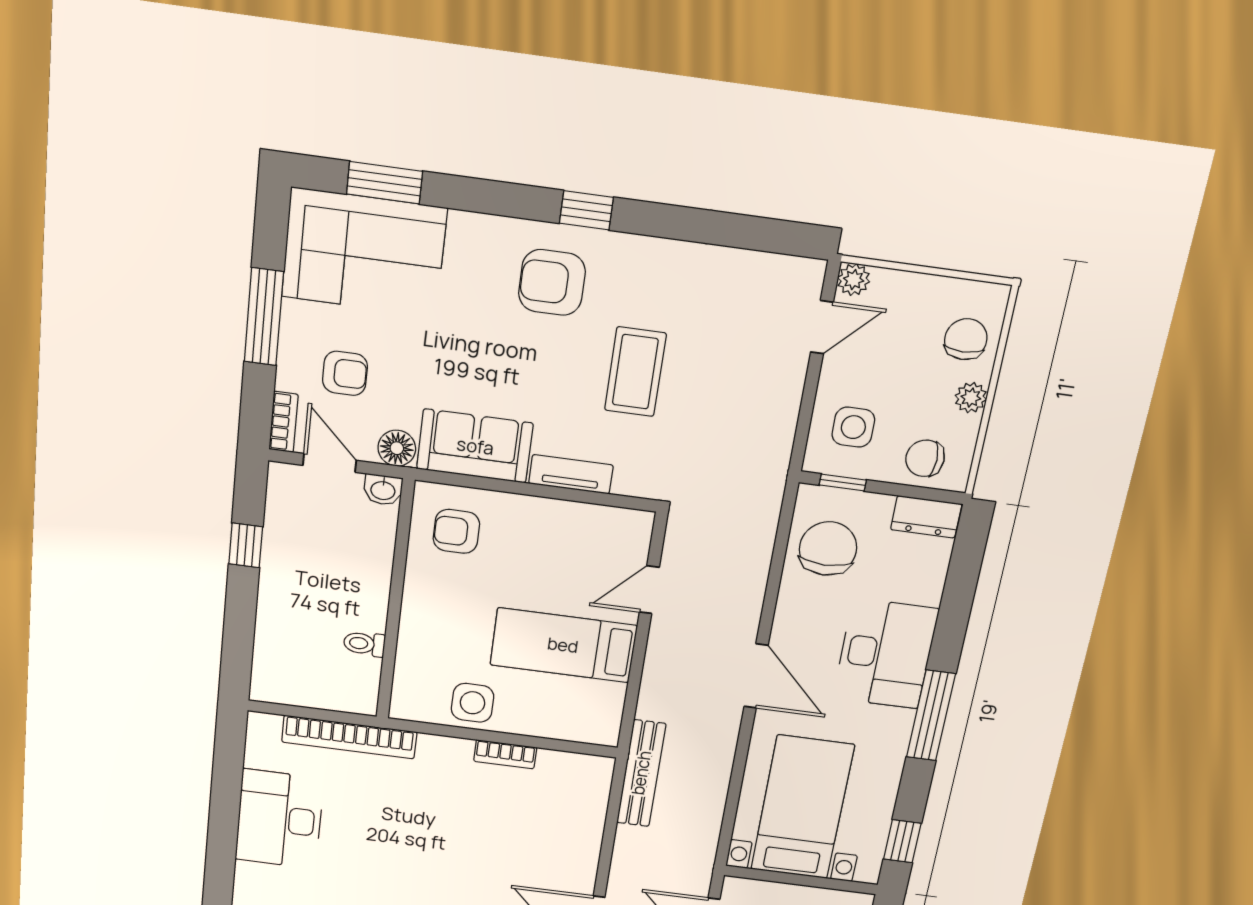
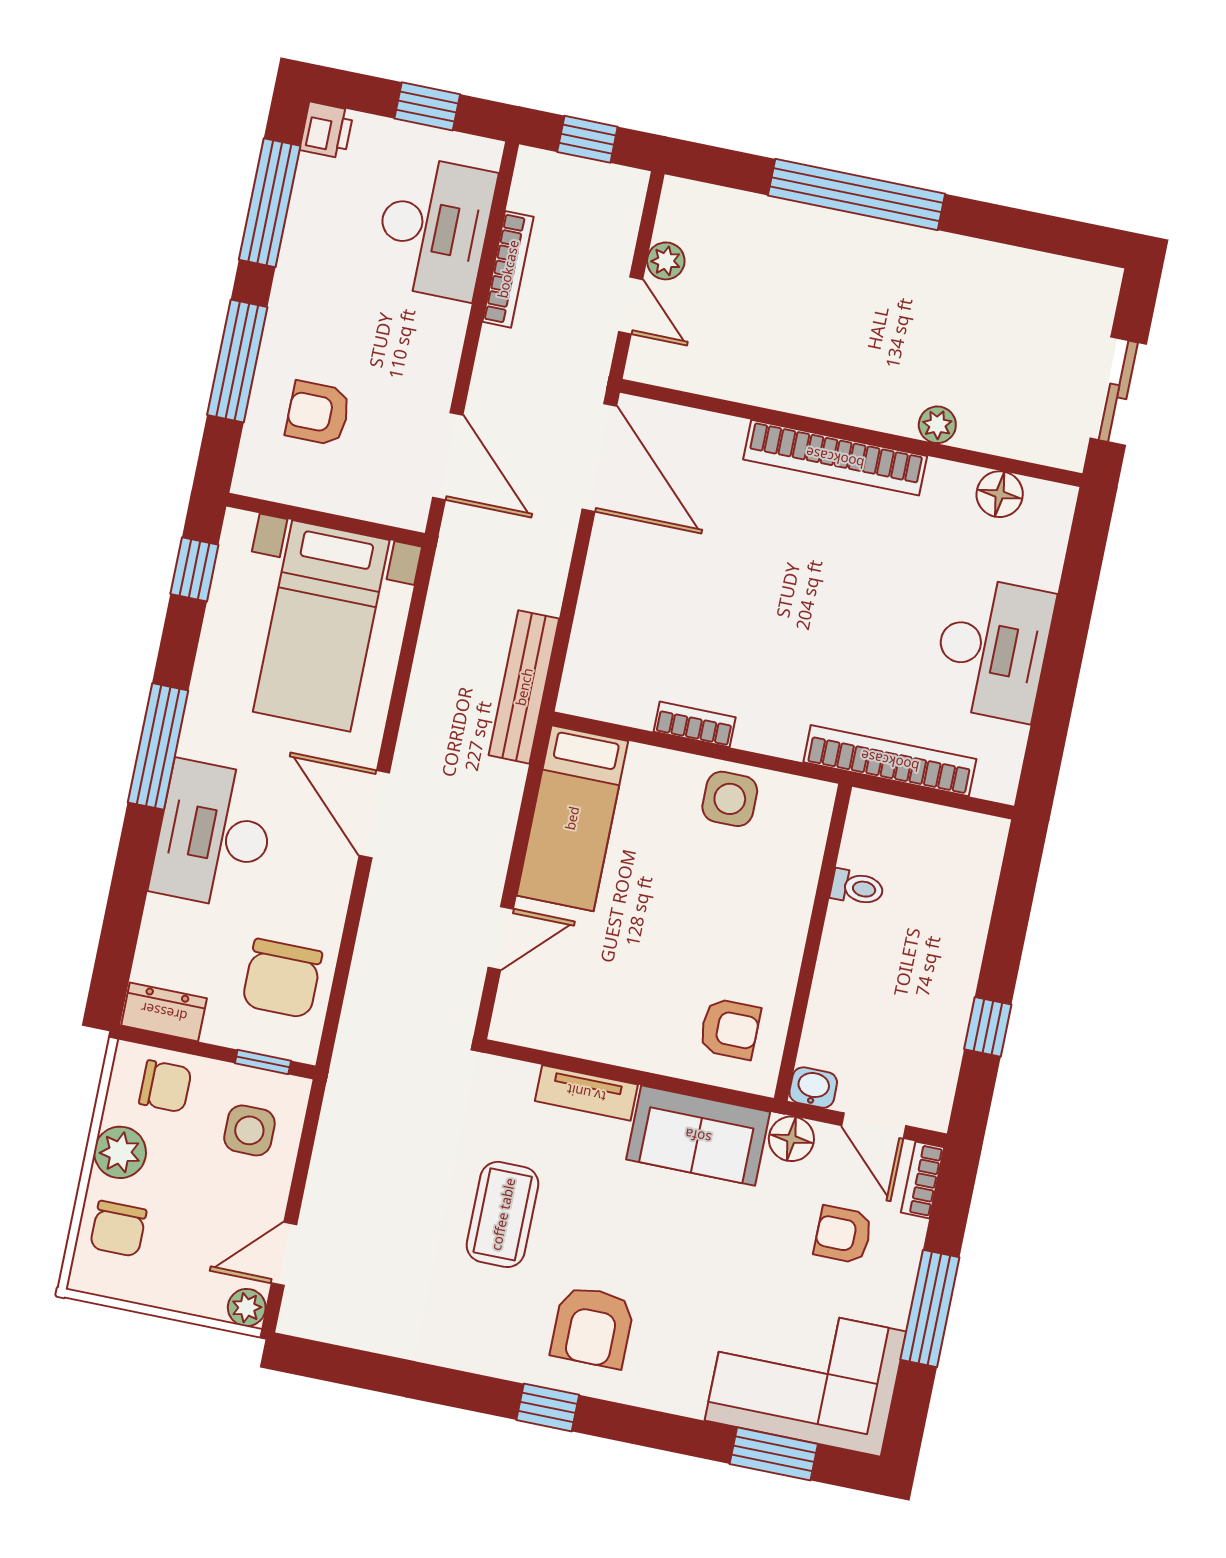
armchair: (552, 282) -> (593, 1327), turned 90
plant: (971, 398) -> (120, 1152), width x1.38, depth x1.38
bed: (563, 645) -> (572, 818), moved, turned 90

